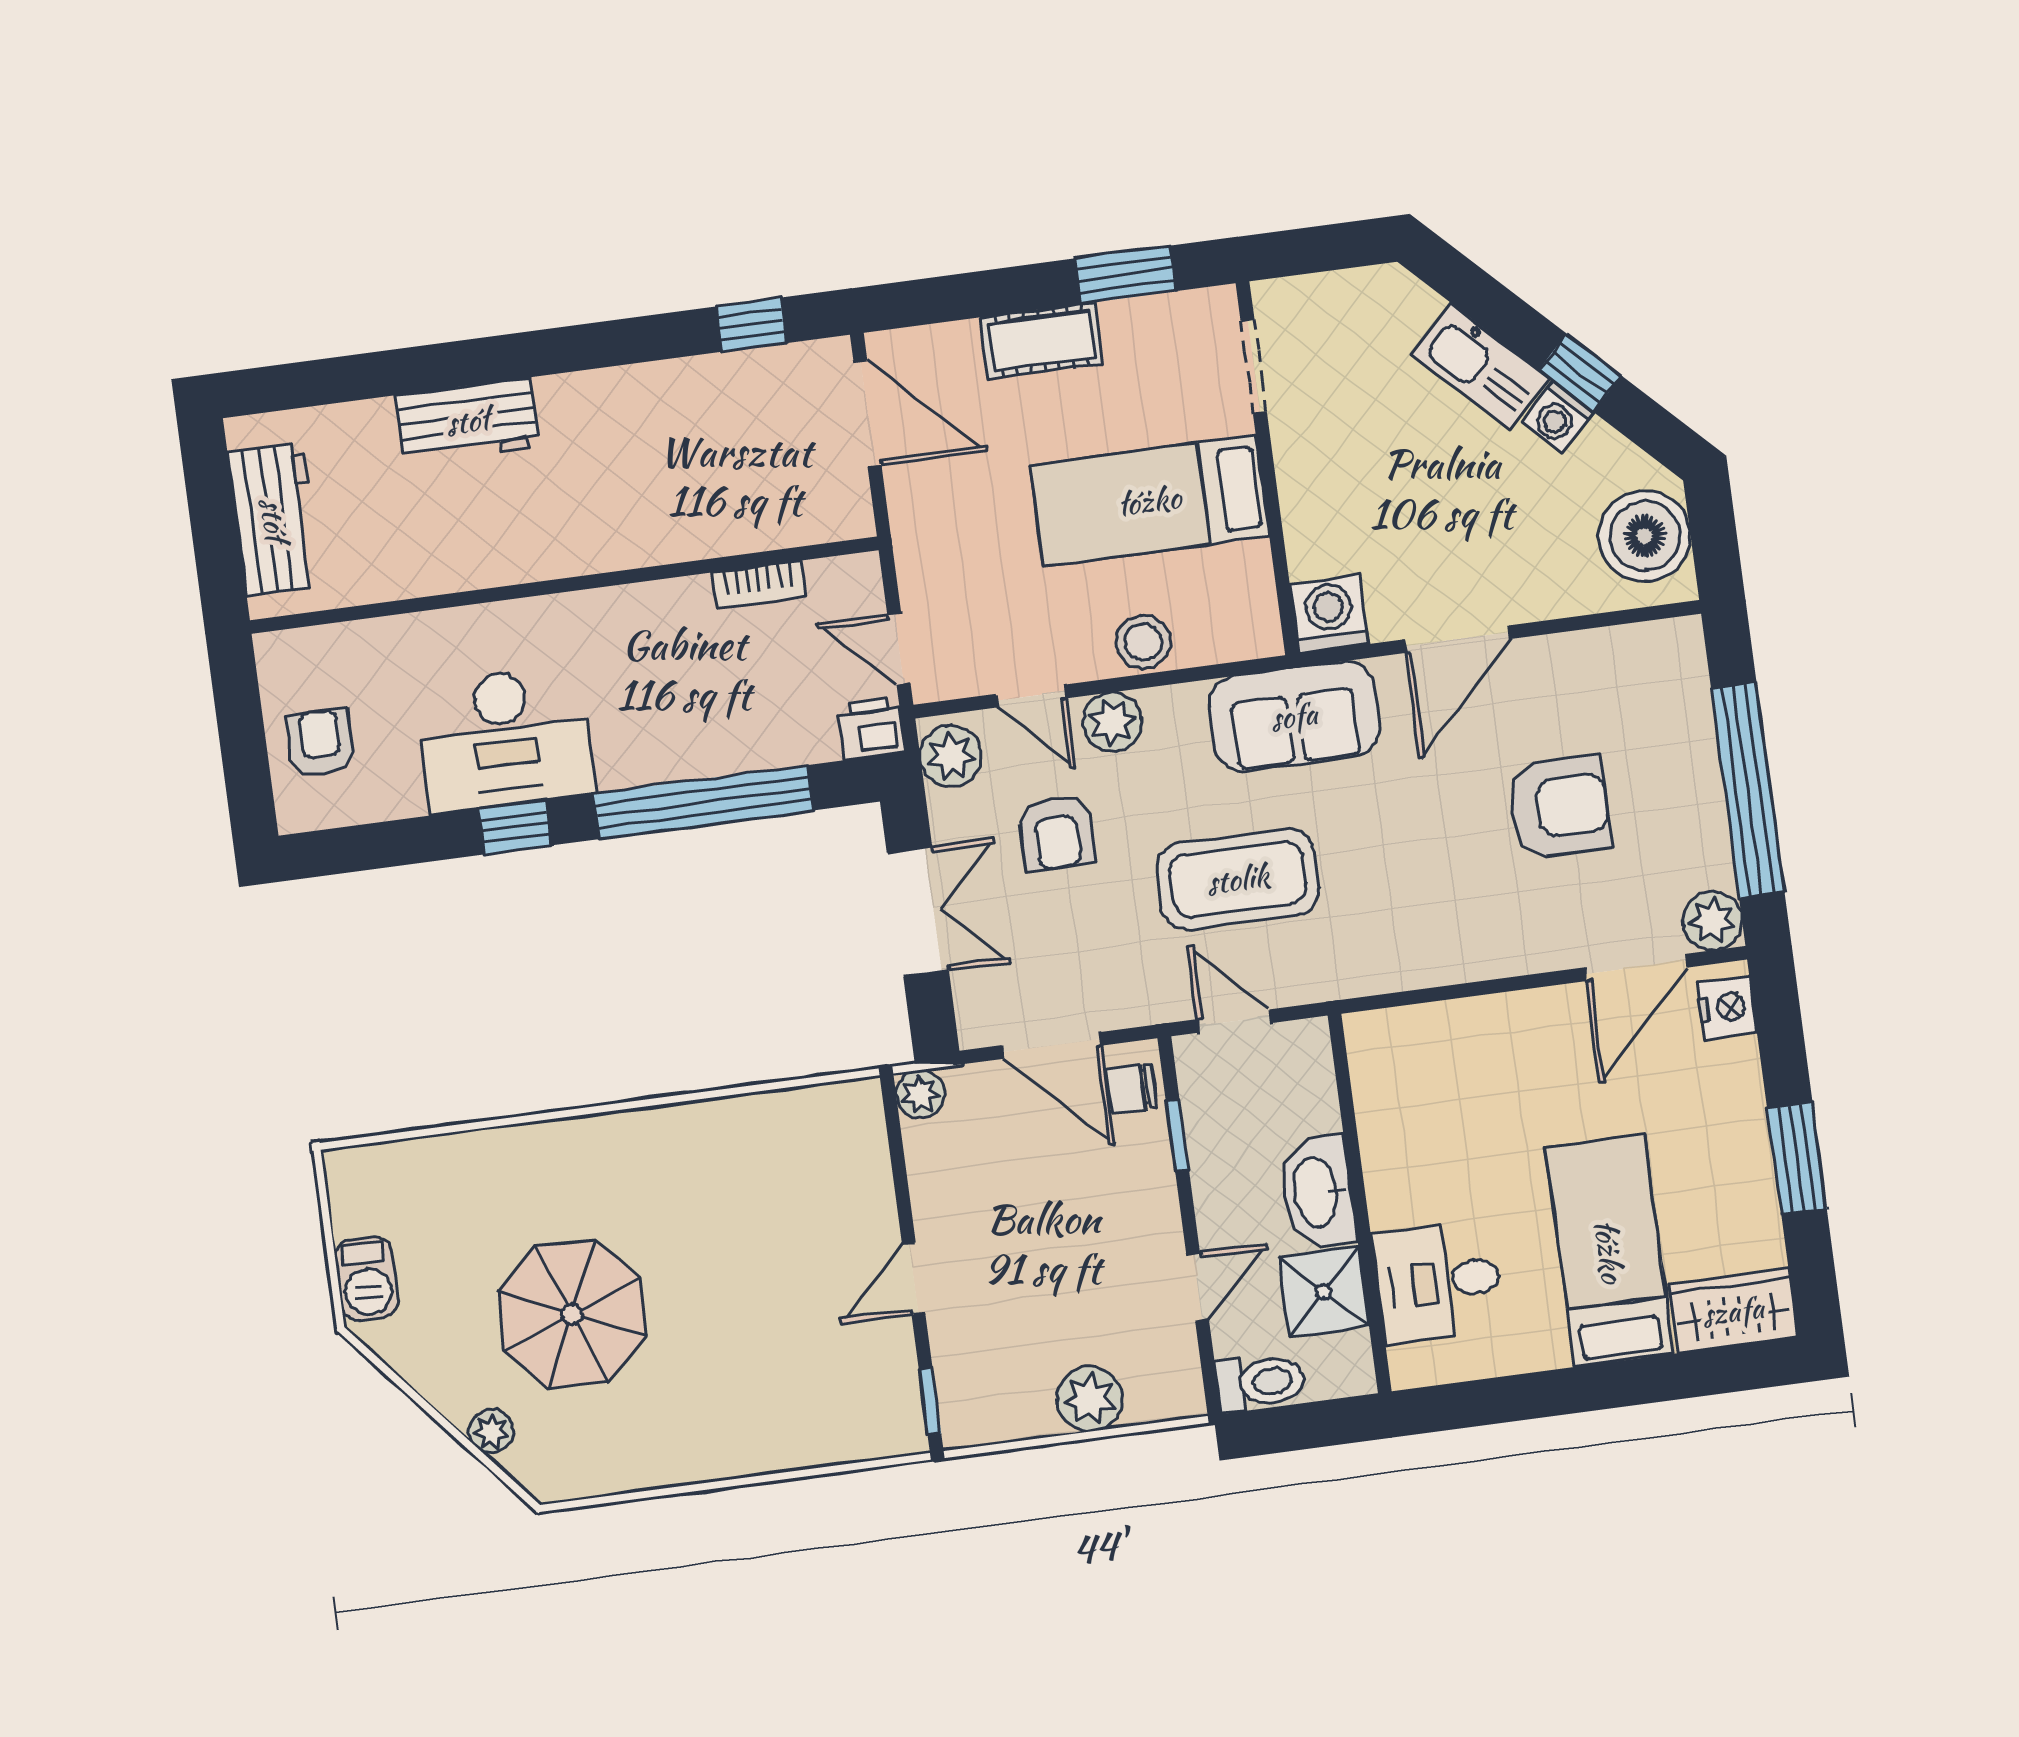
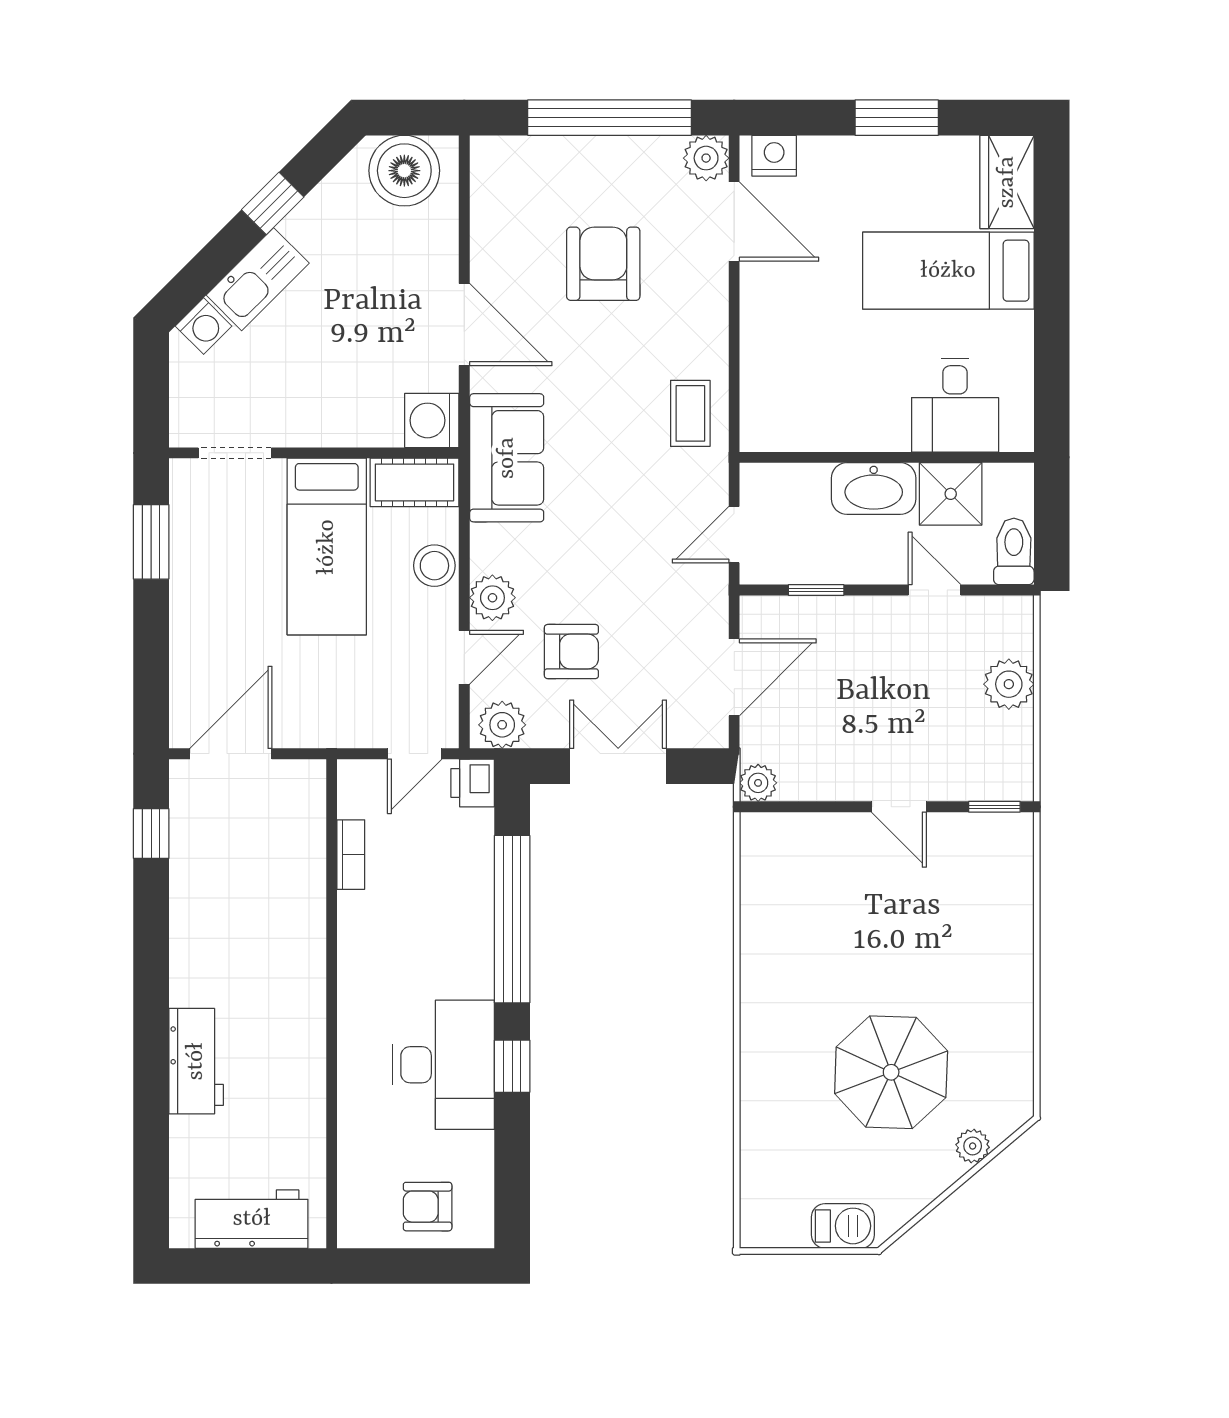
cot: (1041, 341) -> (414, 482), moved, turned 90
washing machine: (1558, 417) -> (204, 326), moved
coffee table: (1238, 879) -> (690, 413), moved, width x0.54, depth x0.58
chair: (1131, 1088) -> (775, 621), removed

